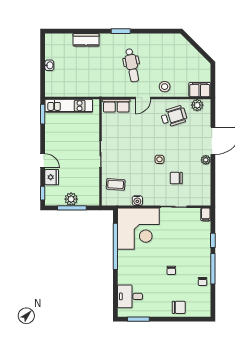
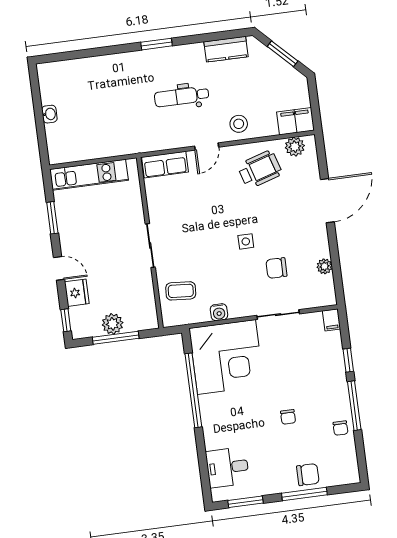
kitchen counter: (86, 40) -> (226, 49), moved
window: (197, 47) -> (283, 54), added
dental chair: (132, 65) -> (182, 97), turned 101
window: (43, 114) -> (52, 218), moved
plant: (206, 160) -> (324, 266), moved
window: (175, 319) -> (304, 494), added

